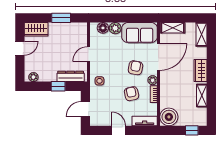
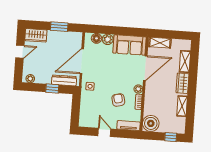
shelving: (202, 34) -> (185, 62), moved
door: (89, 54) -> (82, 61), width x1.88
armchair: (135, 68) -> (124, 77), removed
door: (85, 109) -> (75, 111), removed

